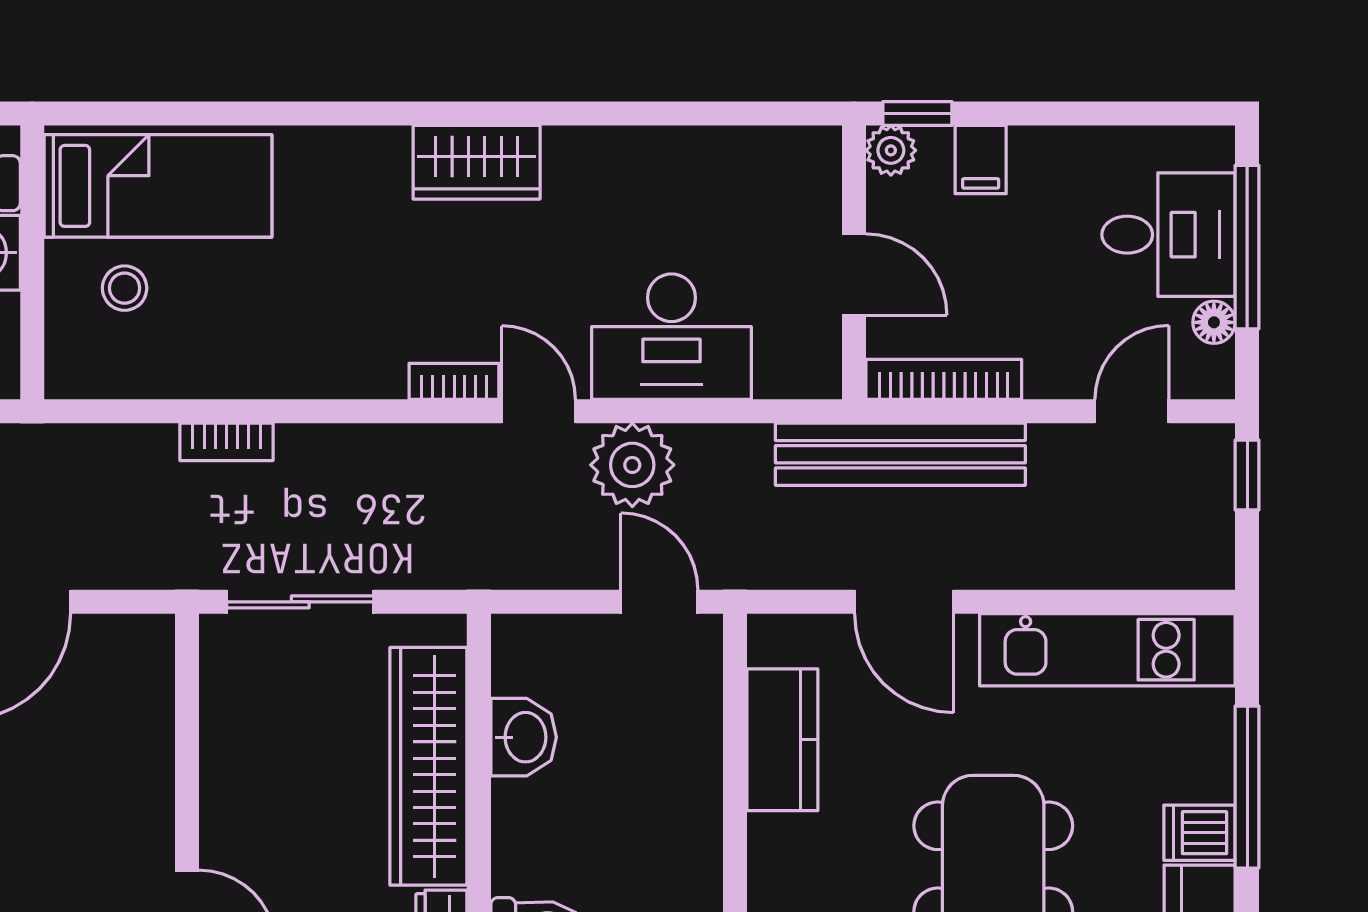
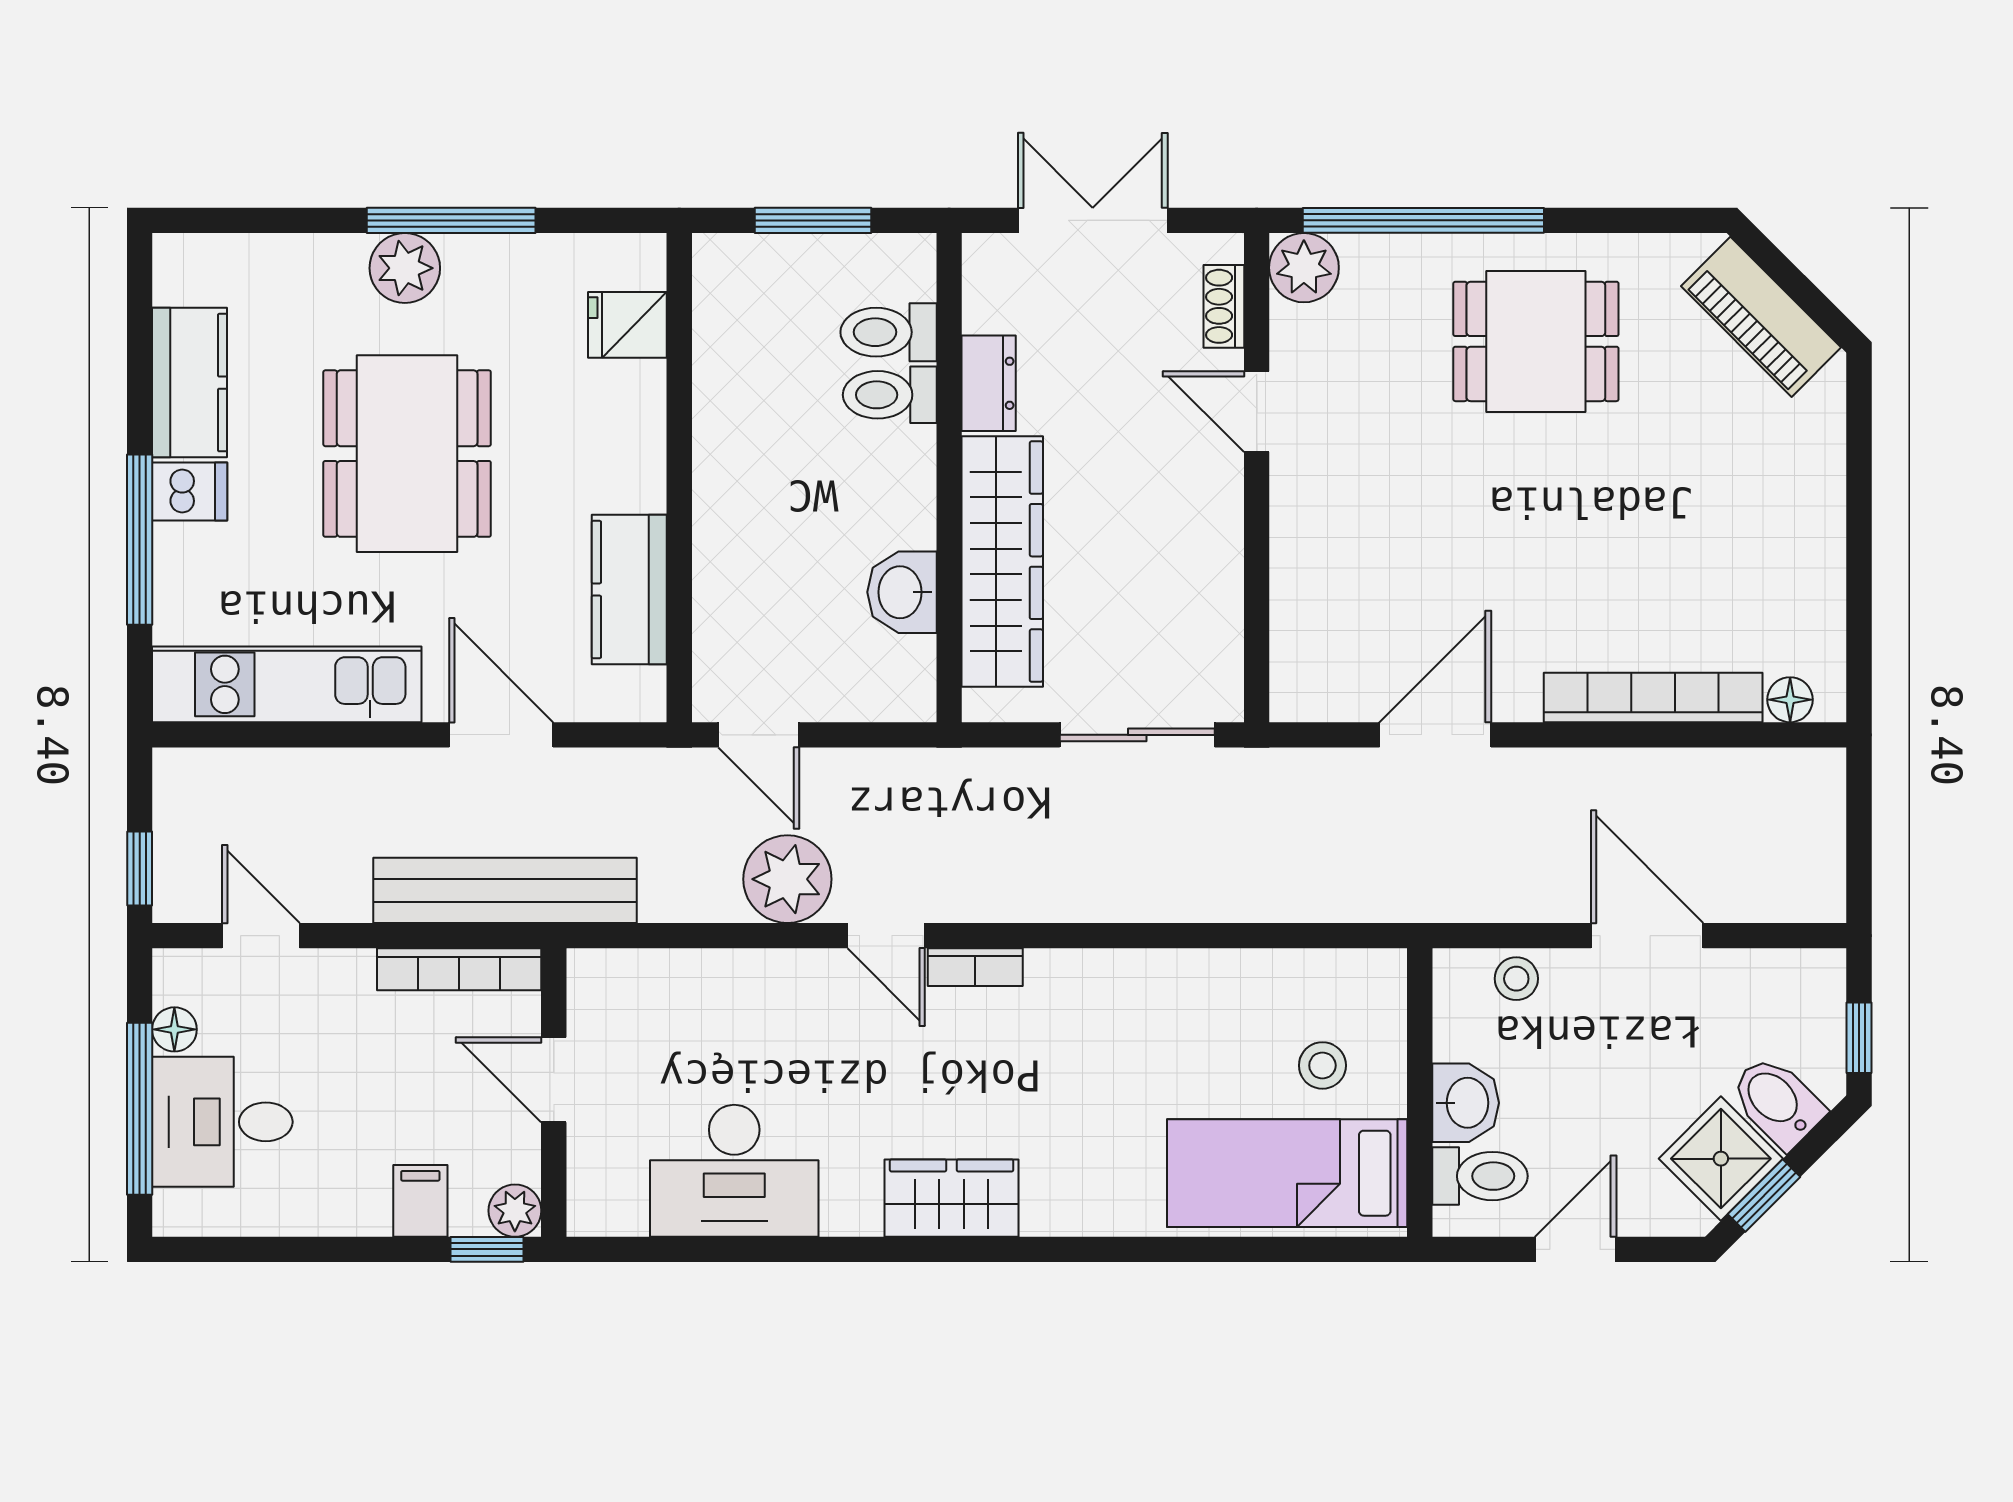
desk: (671, 337) -> (734, 1171), moved, turned 180
door: (1132, 411) -> (261, 936), swing flipped
bookcase: (226, 442) -> (1215, 903), removed

